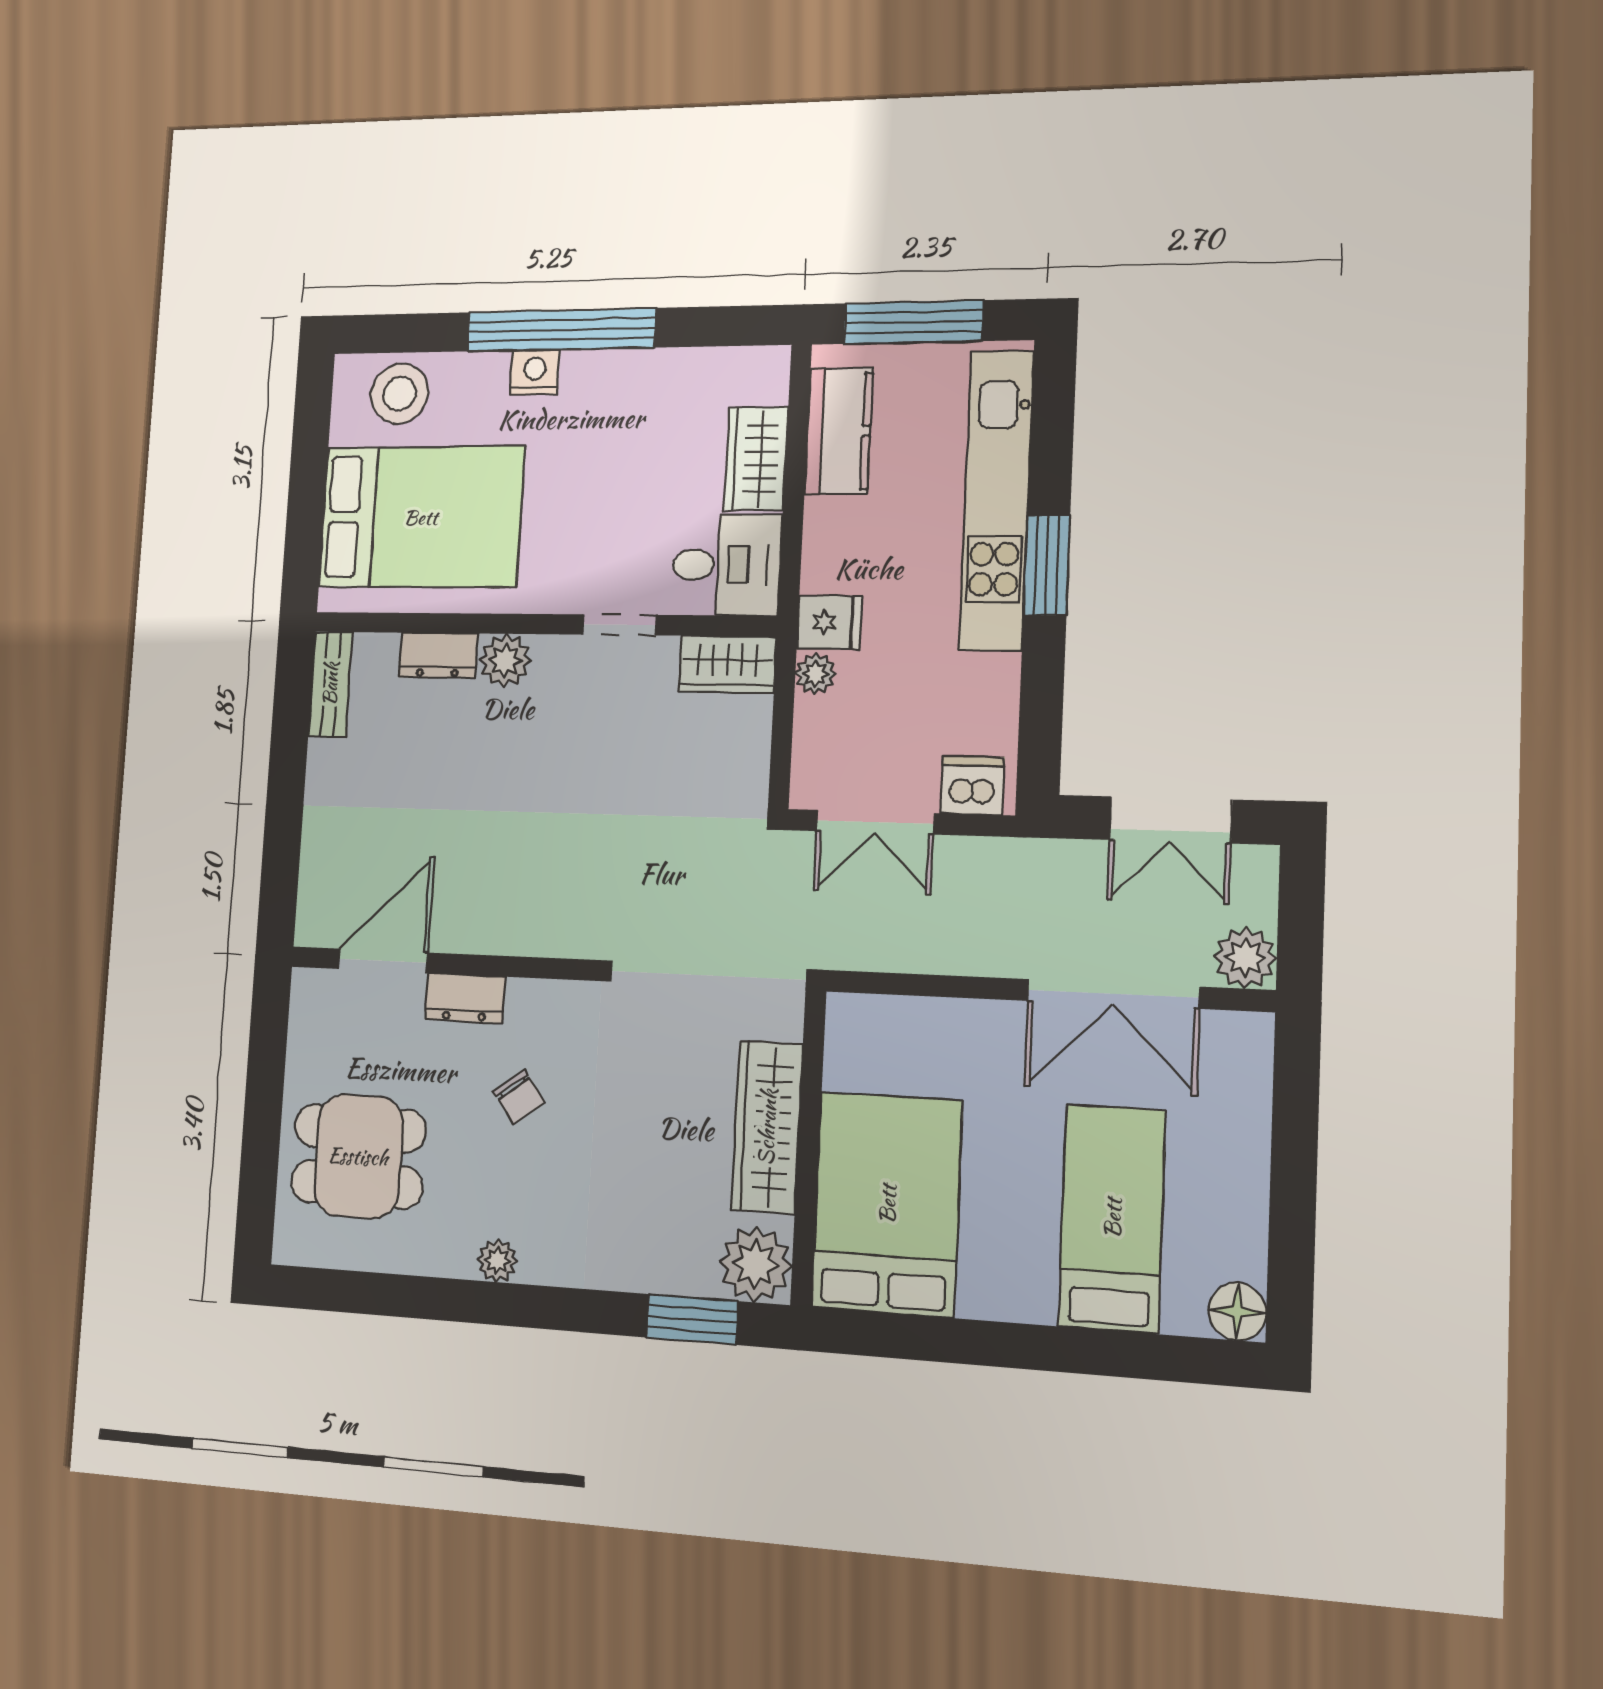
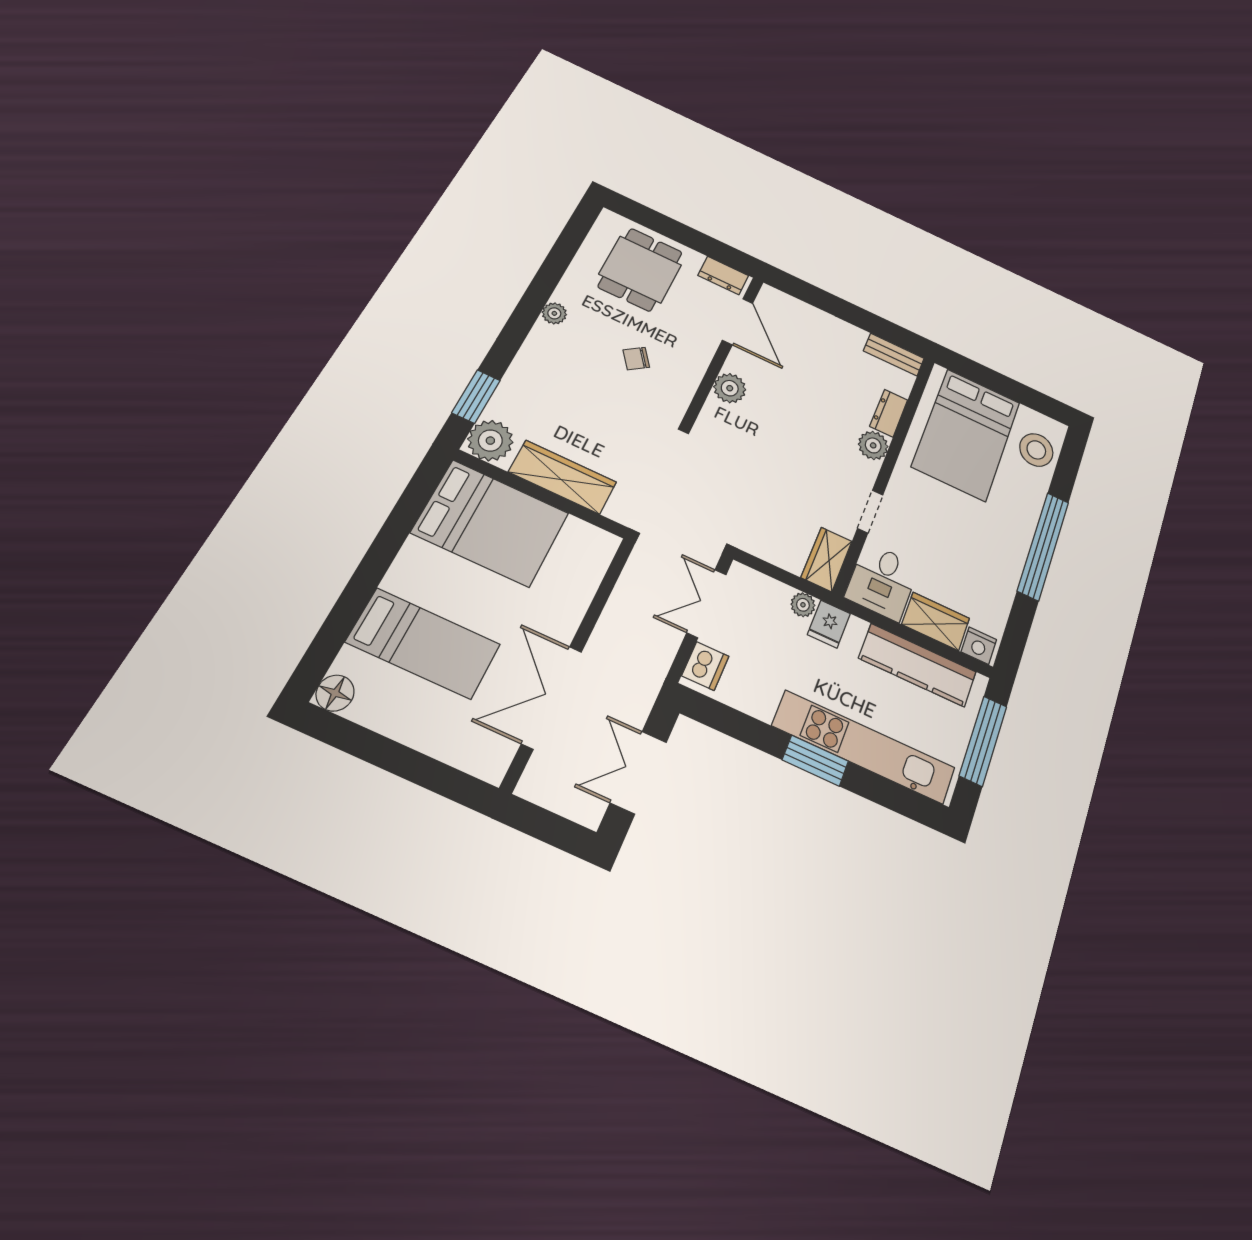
nightstand: (535, 372) -> (979, 646), moved, turned 90
kitchen counter: (839, 431) -> (918, 665), width x1.50
plant: (1245, 958) -> (730, 388), moved
dresser: (465, 998) -> (723, 275), moved, turned -90

